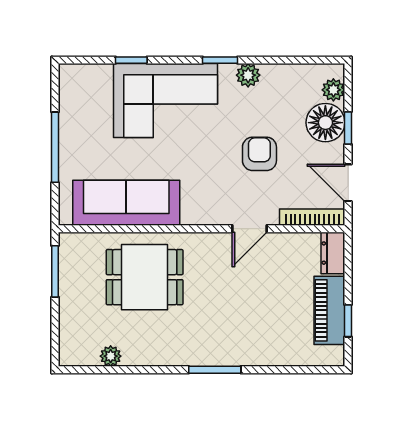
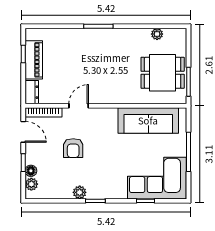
corner sofa: (165, 101) -> (157, 178), moved
floor lamp: (325, 123) -> (31, 171), width x0.53, depth x0.53
dining table: (145, 277) -> (163, 73), moved

